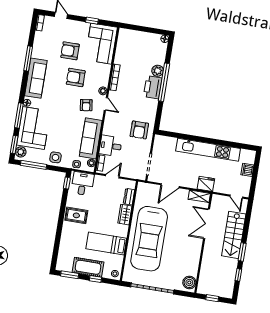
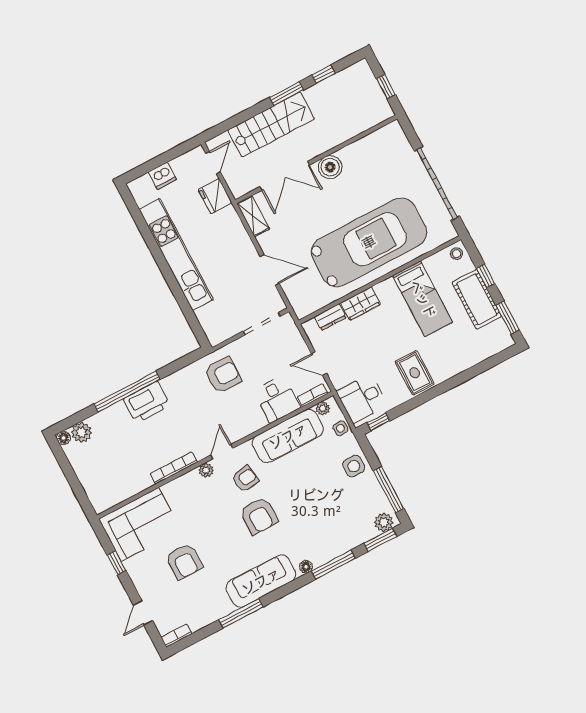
plant: (158, 71) -> (81, 432), moved
armchair: (76, 77) -> (259, 516), moved
corner sofa: (34, 128) -> (335, 530), removed
fridge: (206, 184) -> (215, 196), moved
boiler: (189, 283) -> (330, 167), moved

